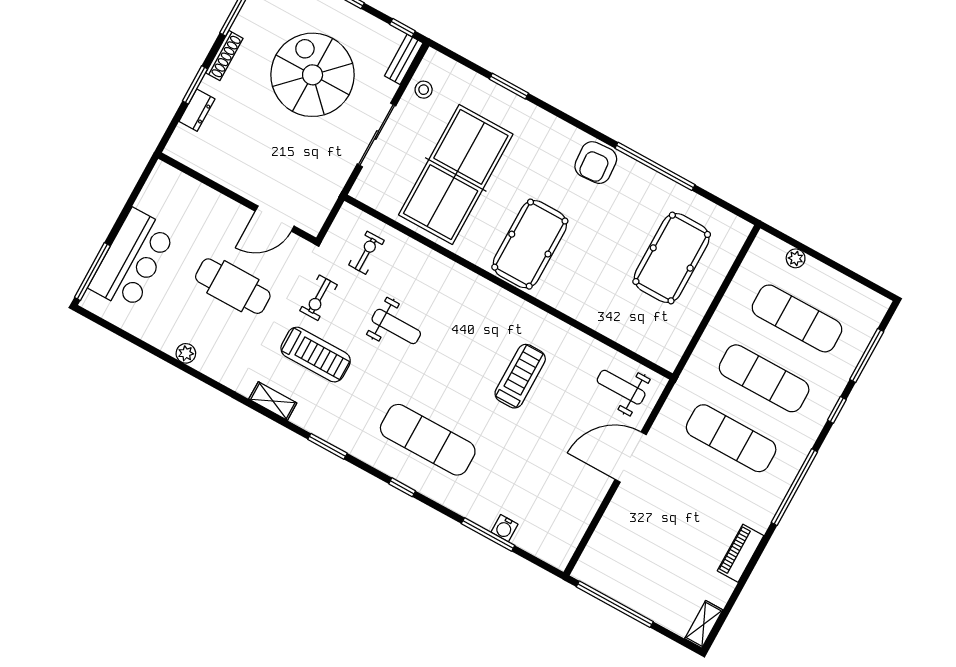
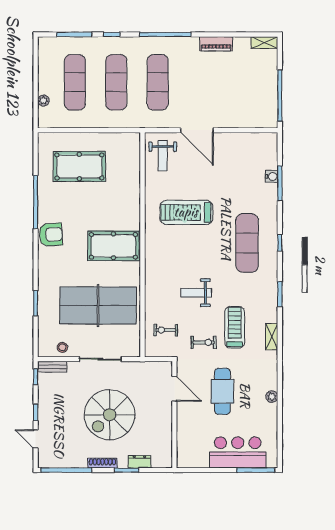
spiral stairs: (313, 75) -> (110, 415), moved
weight bench: (396, 326) -> (196, 293), turned -90
treadmill: (520, 376) -> (186, 212), width x1.37, depth x1.38

